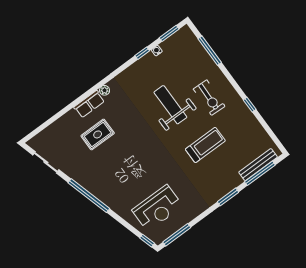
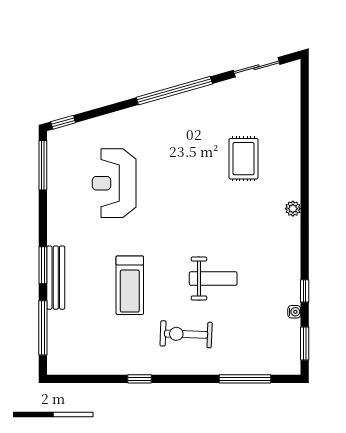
row of seats: (89, 104) -> (290, 176), removed
weight bench: (170, 105) -> (213, 279), width x0.73, depth x0.75
bench: (258, 165) -> (56, 278), moved
reception desk: (157, 208) -> (114, 183), moved

